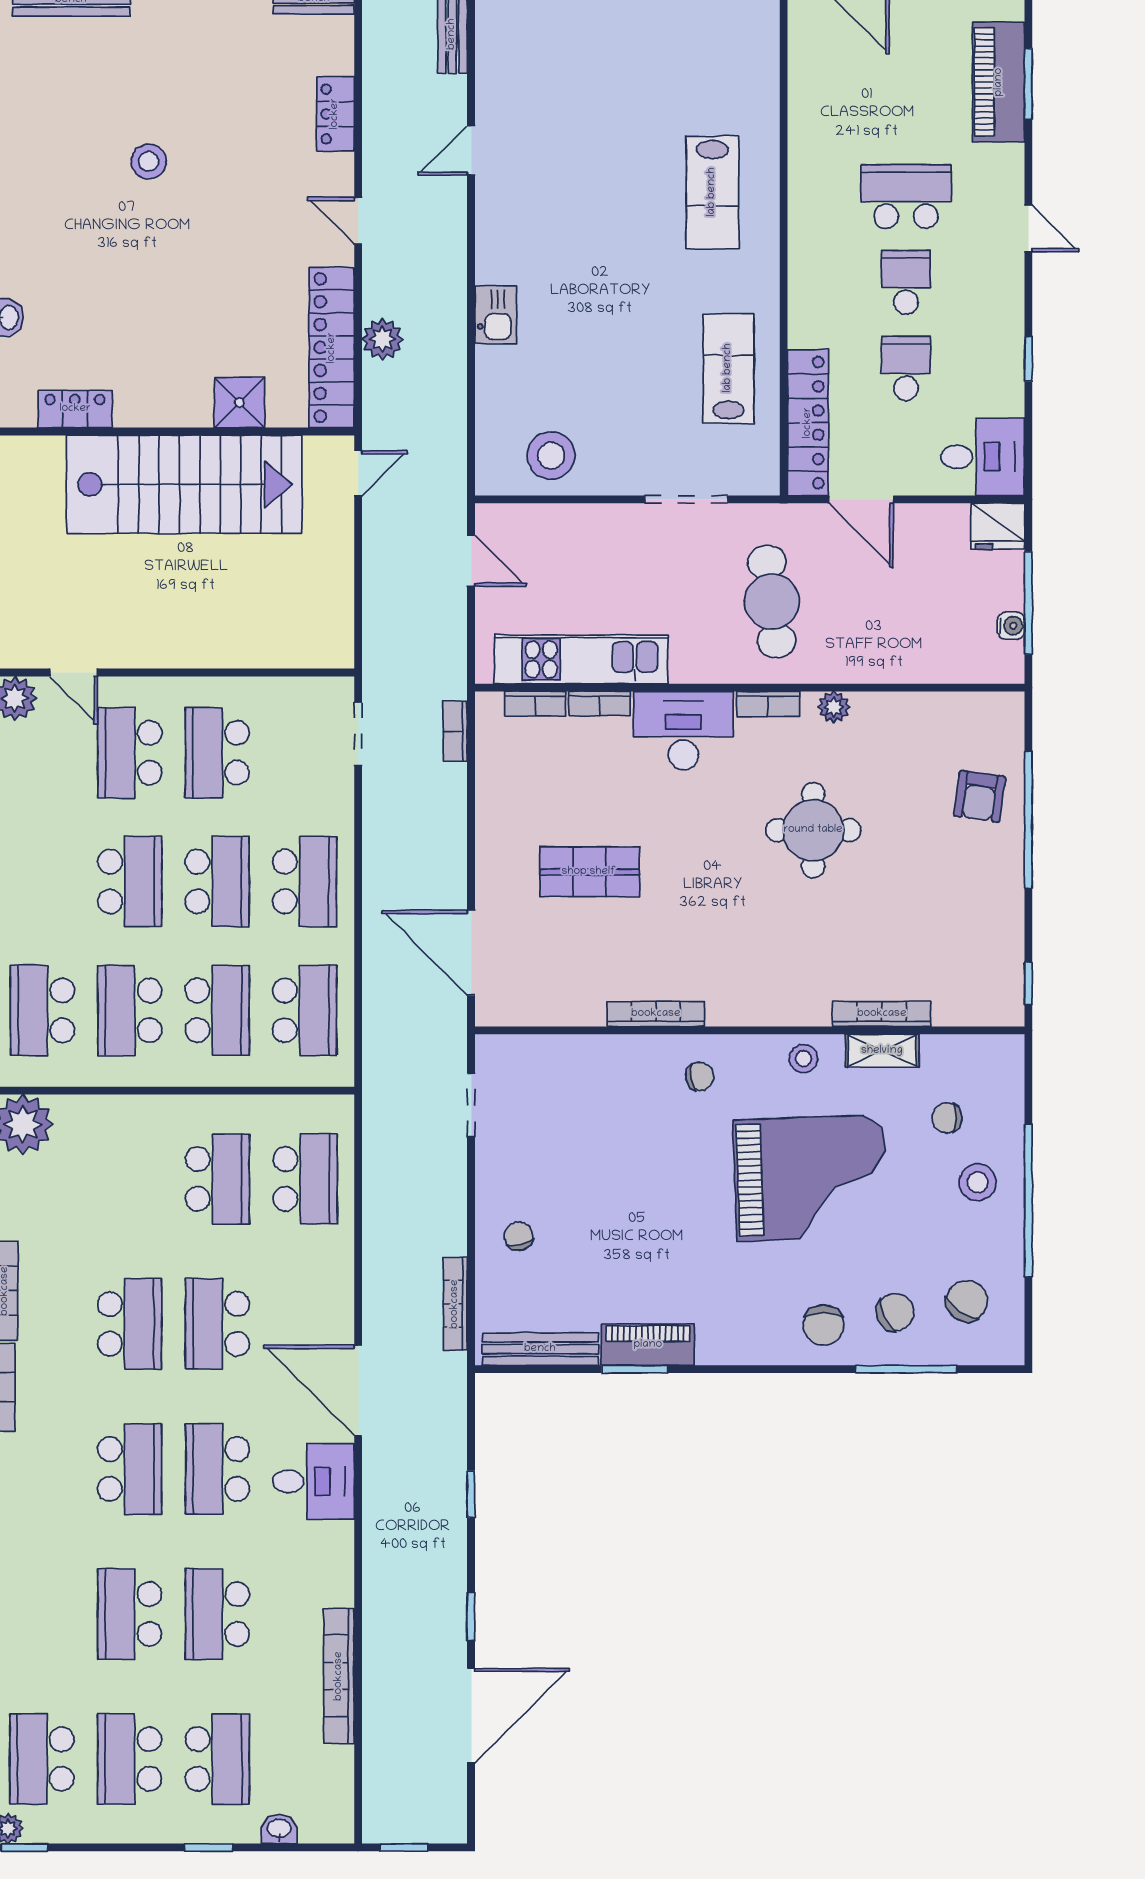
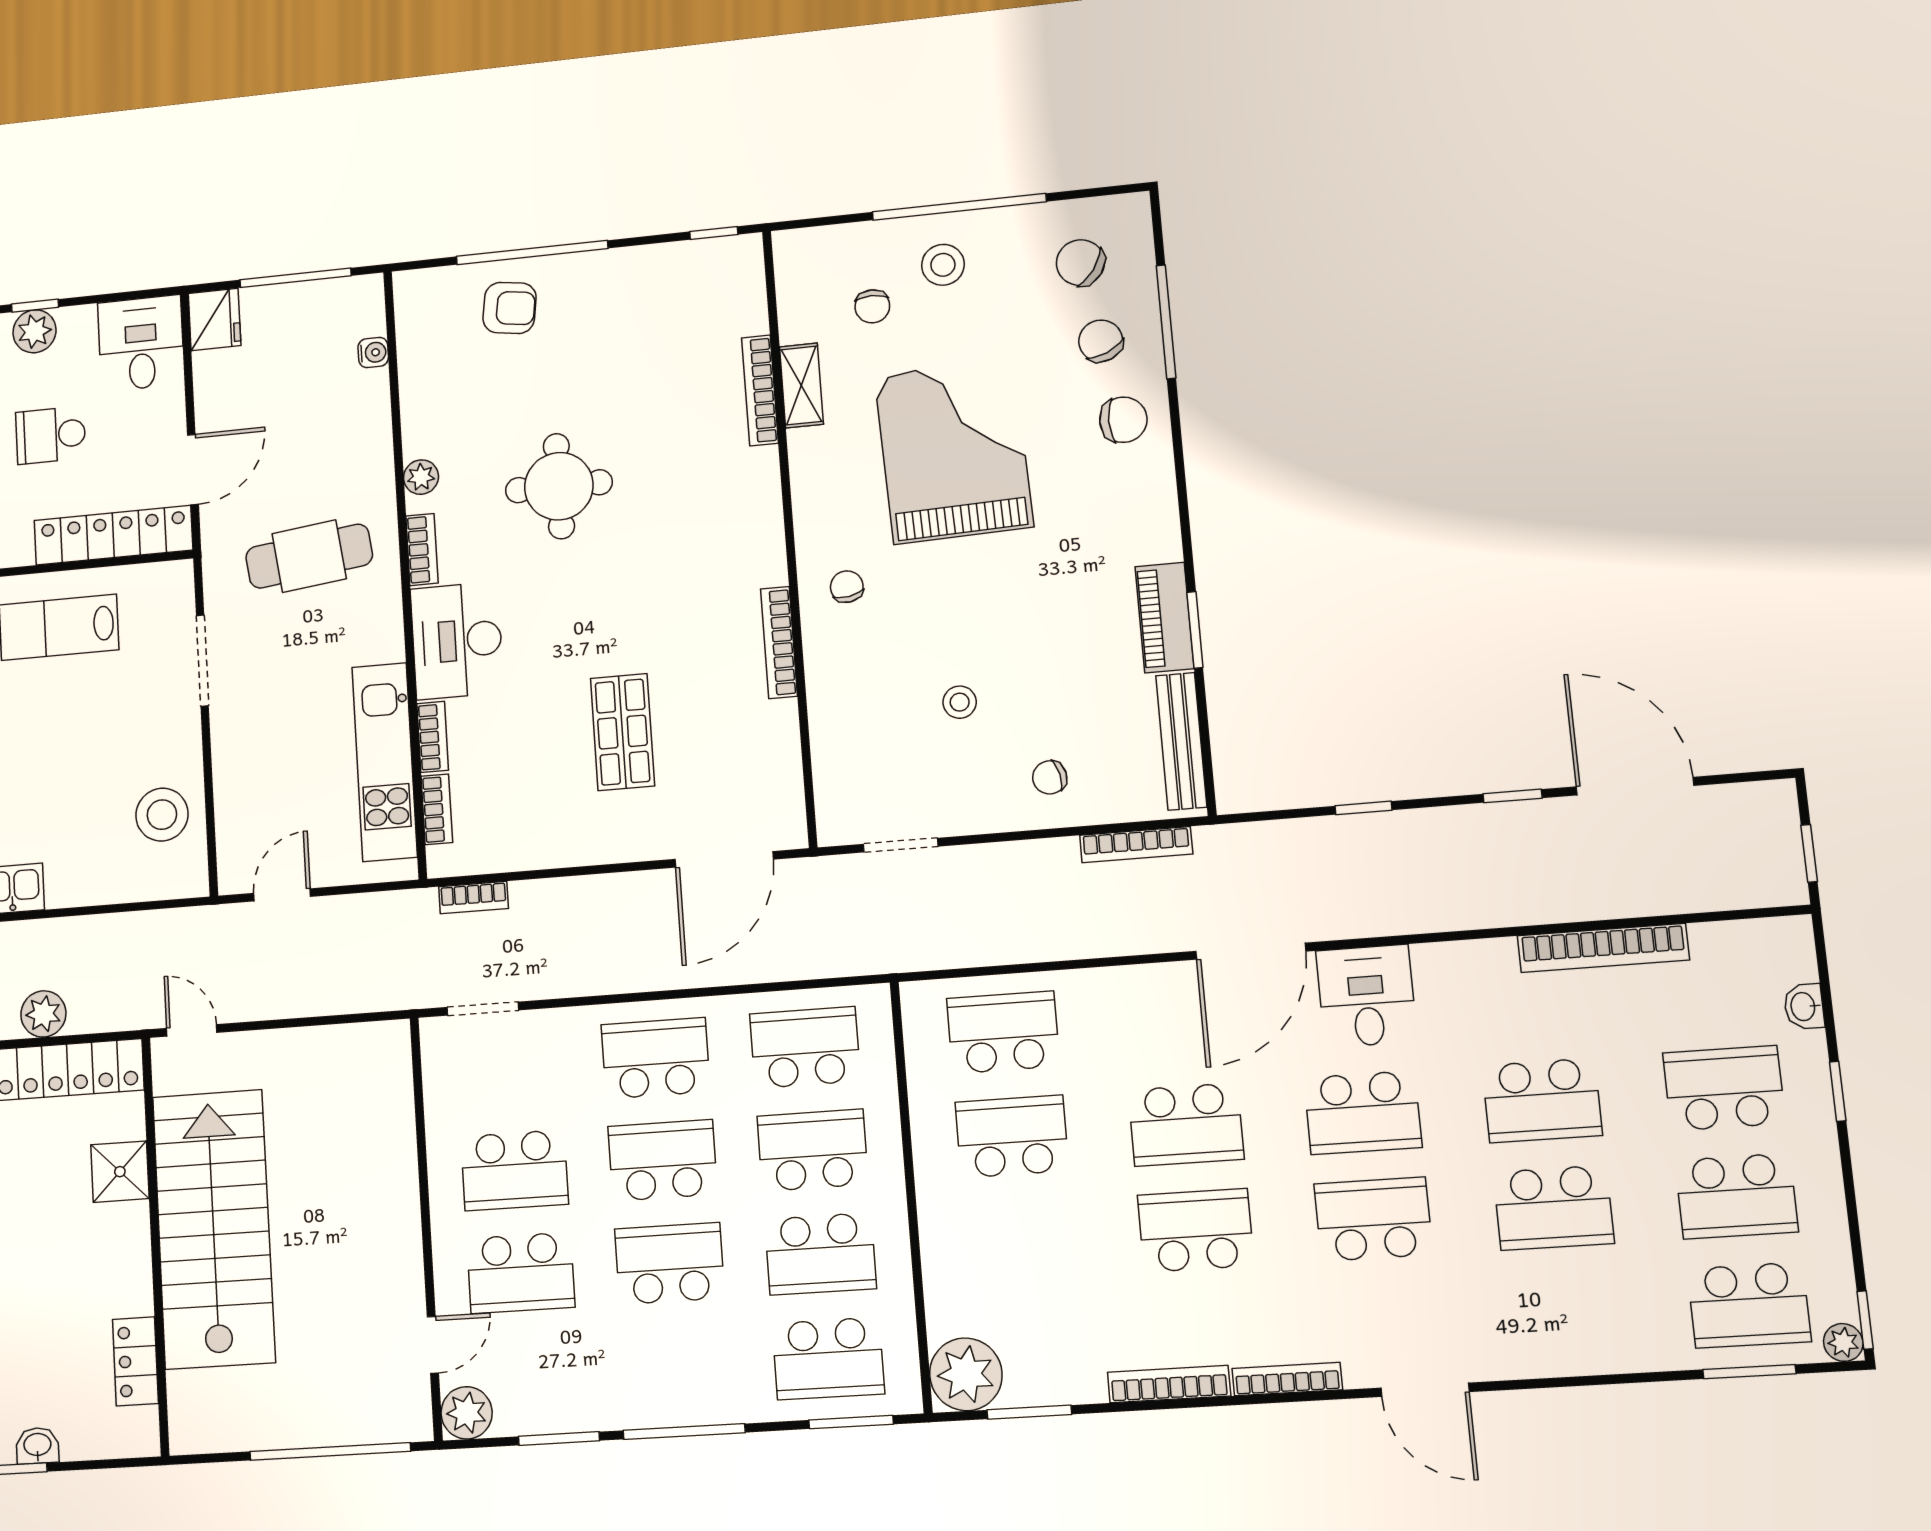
plant: (1004, 357) -> (35, 331), added
water cooler: (1011, 626) -> (373, 352), moved, turned 90
stool: (803, 1059) -> (960, 702), moved

